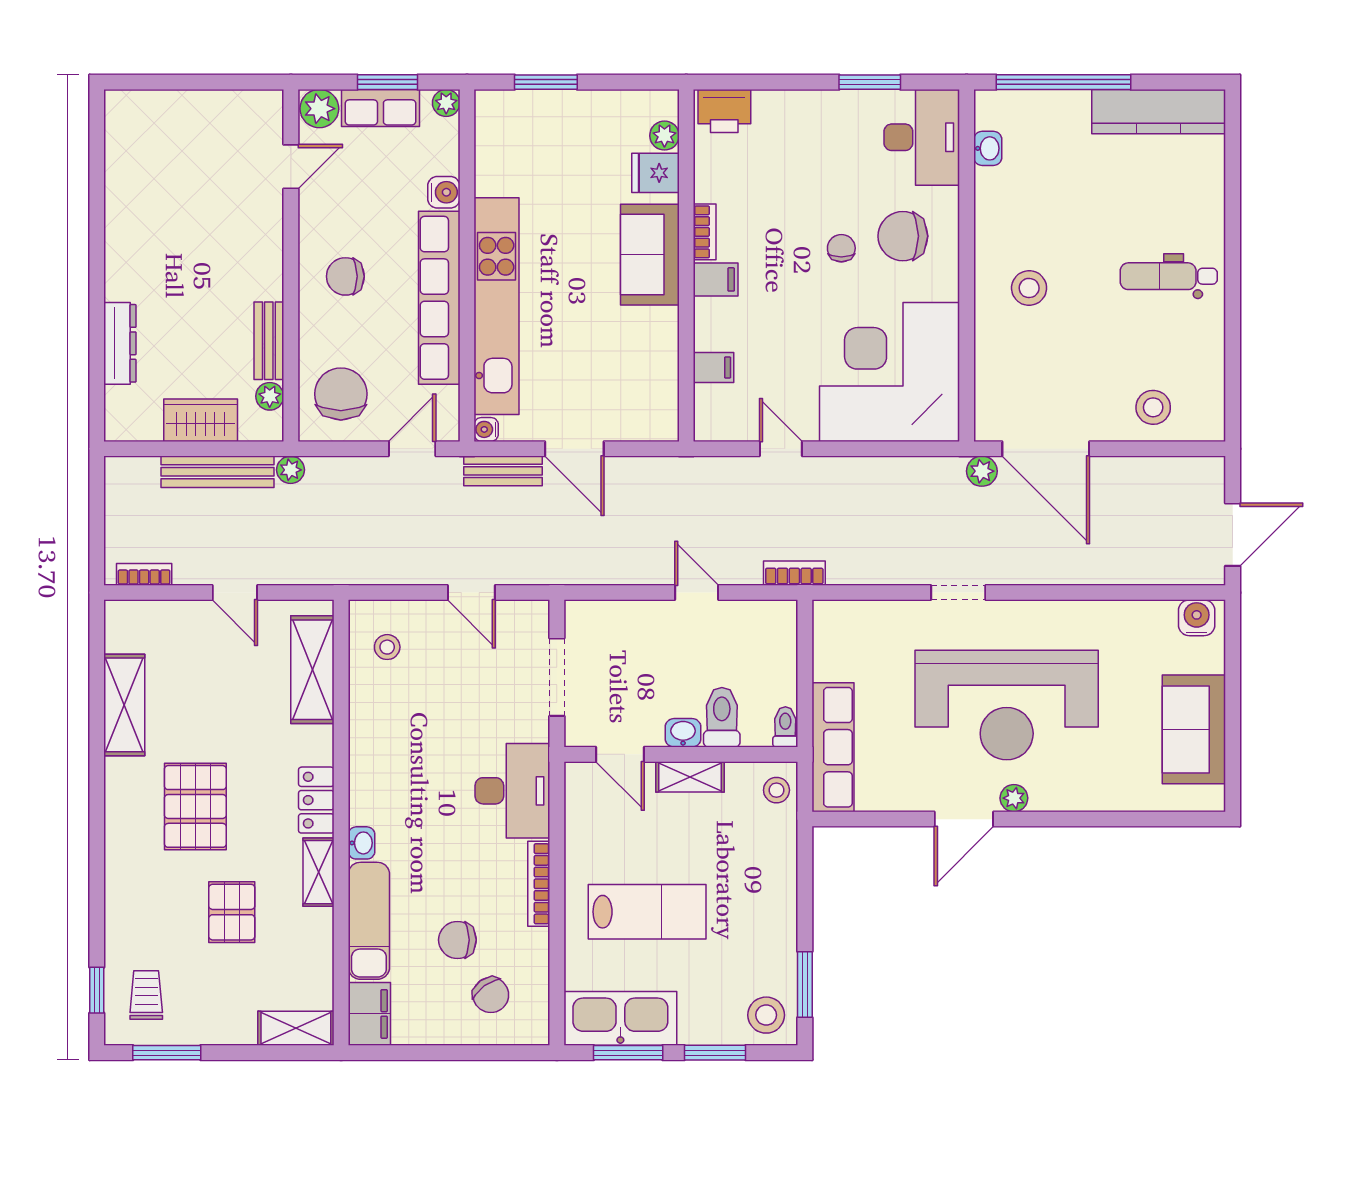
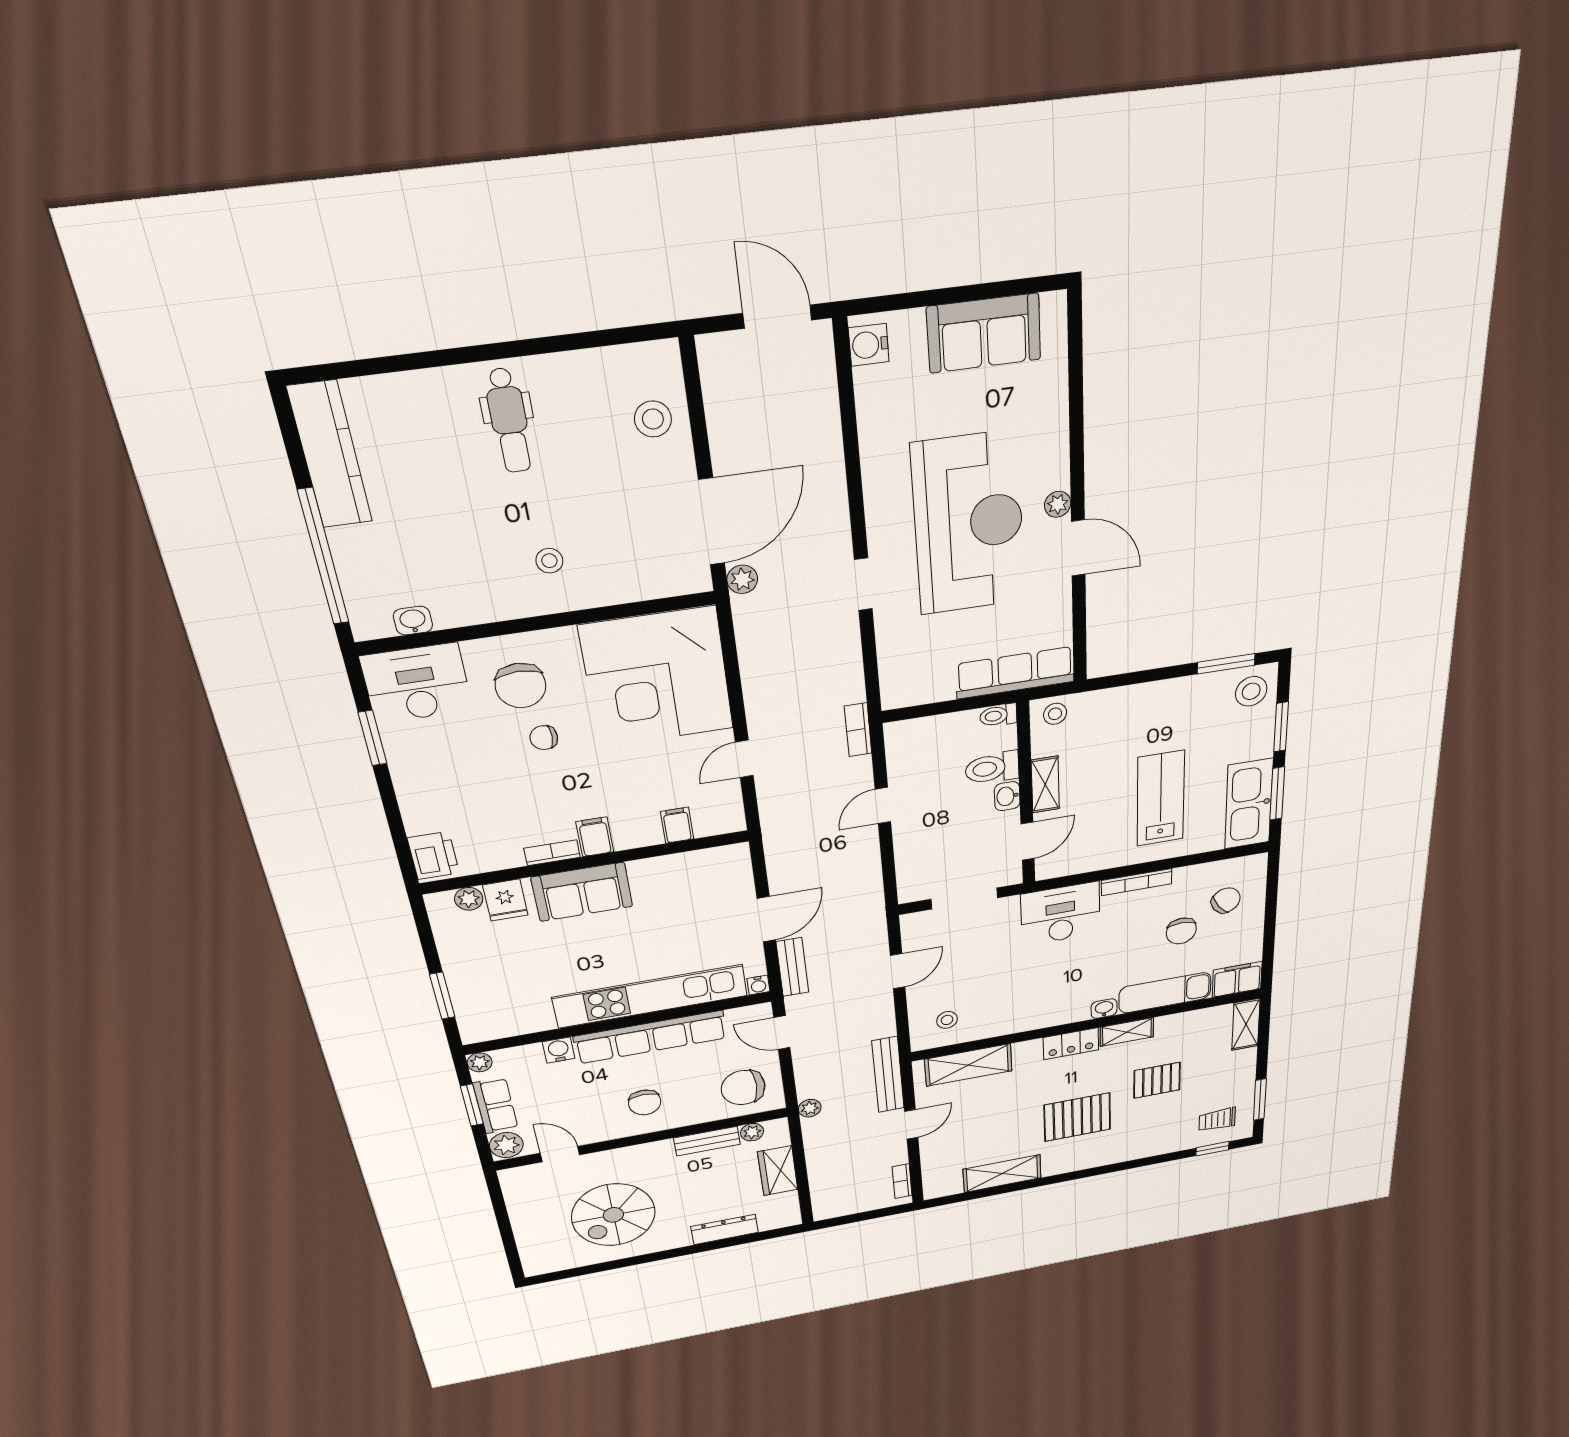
spiral stairs: (179, 212) -> (613, 1215), added
stool: (1029, 288) -> (549, 561), width x0.73, depth x0.73
bench: (218, 472) -> (888, 1075), moved

